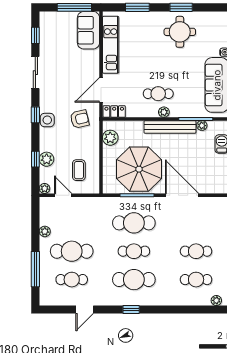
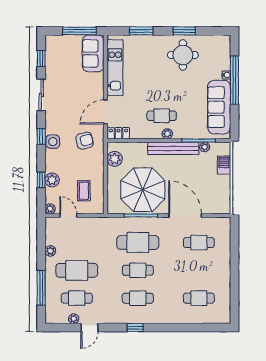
cafe table: (196, 251) -> (199, 243), moved
cafe table: (134, 280) -> (138, 298), width x0.73, depth x0.74
plant: (216, 300) -> (74, 319), moved

